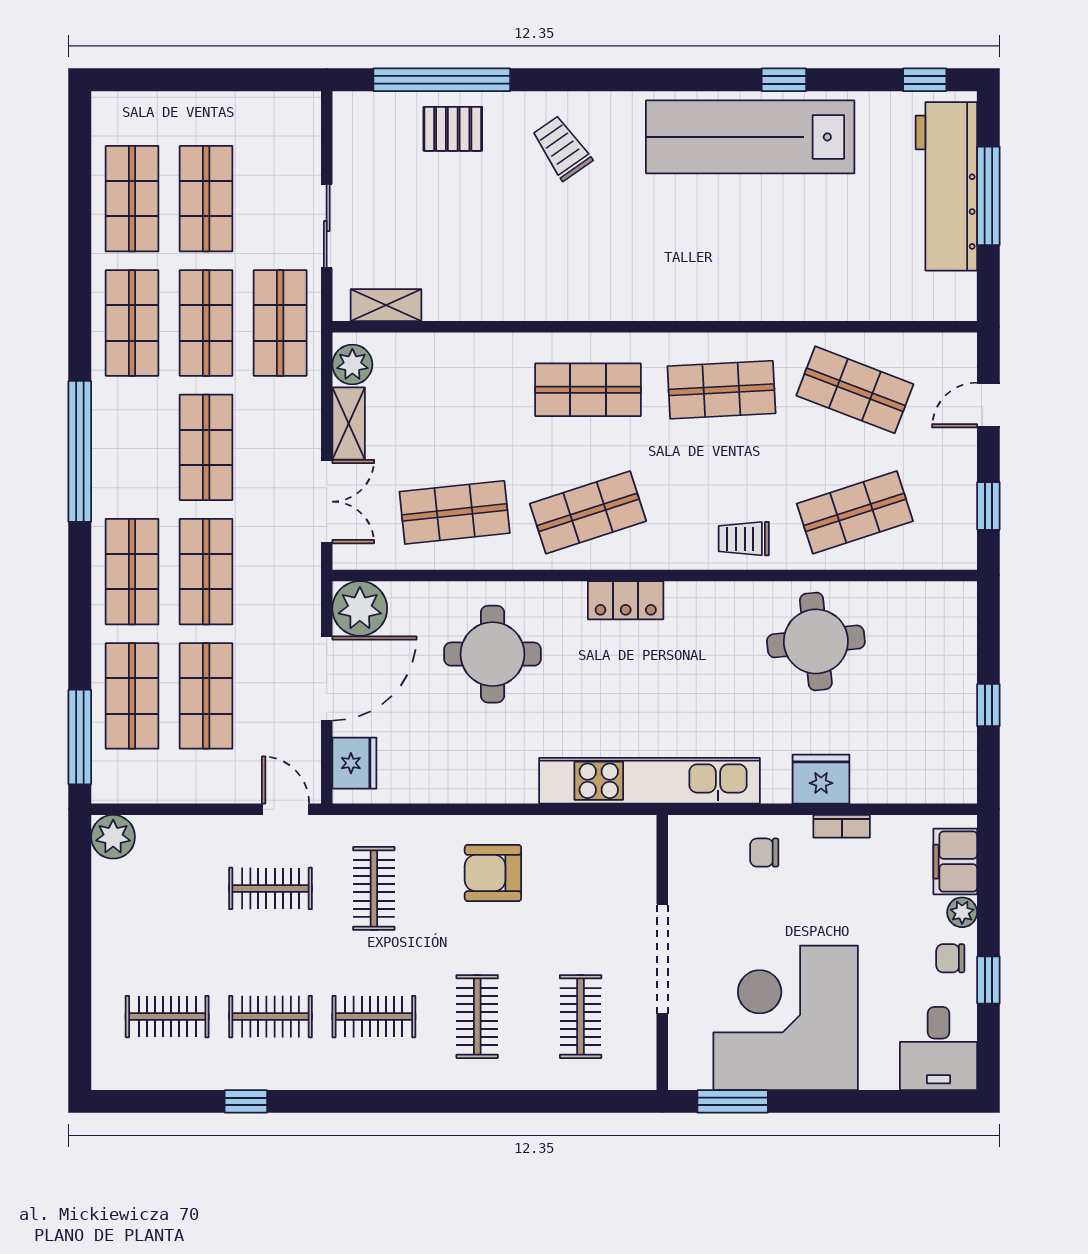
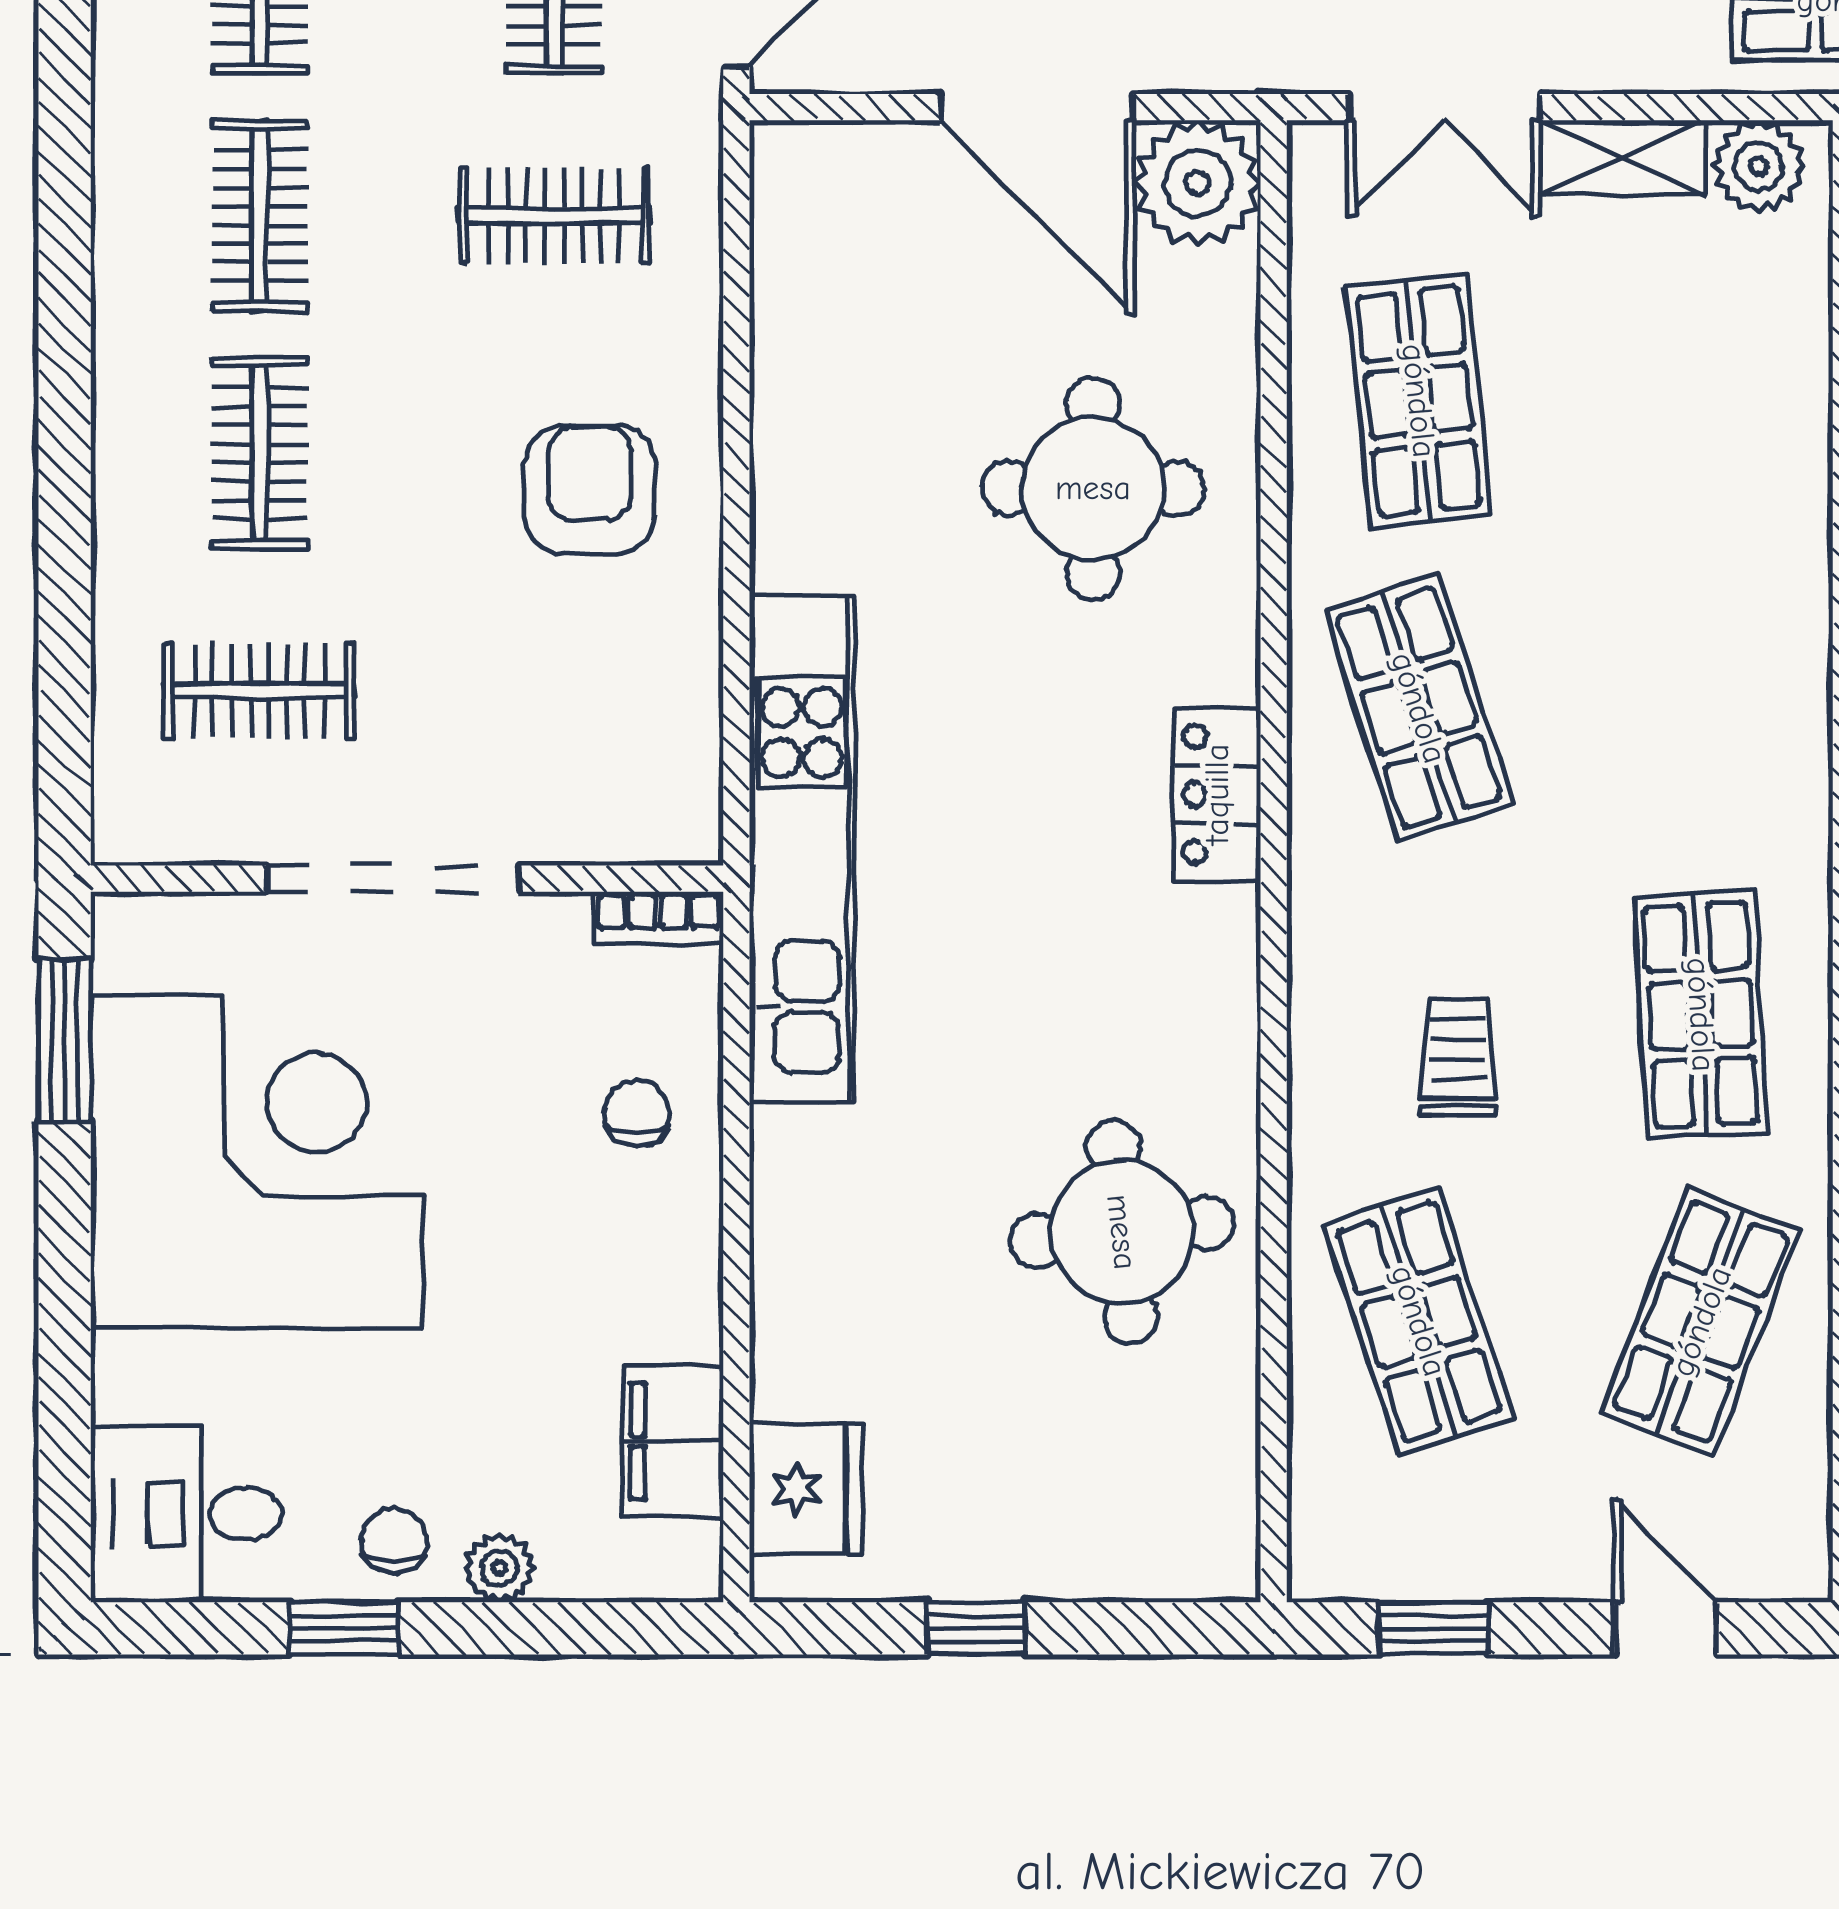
shop shelf: (588, 390) -> (1701, 708), removed
trolley: (744, 539) -> (1458, 1057), moved
fridge: (354, 763) -> (842, 171), removed
fridge: (821, 779) -> (806, 1489), moved
bookcase: (842, 826) -> (658, 918), moved, turned -90
filing cabinet: (955, 862) -> (673, 1441), moved, turned -90
clothes rail: (477, 1017) -> (260, 453), turned 90

